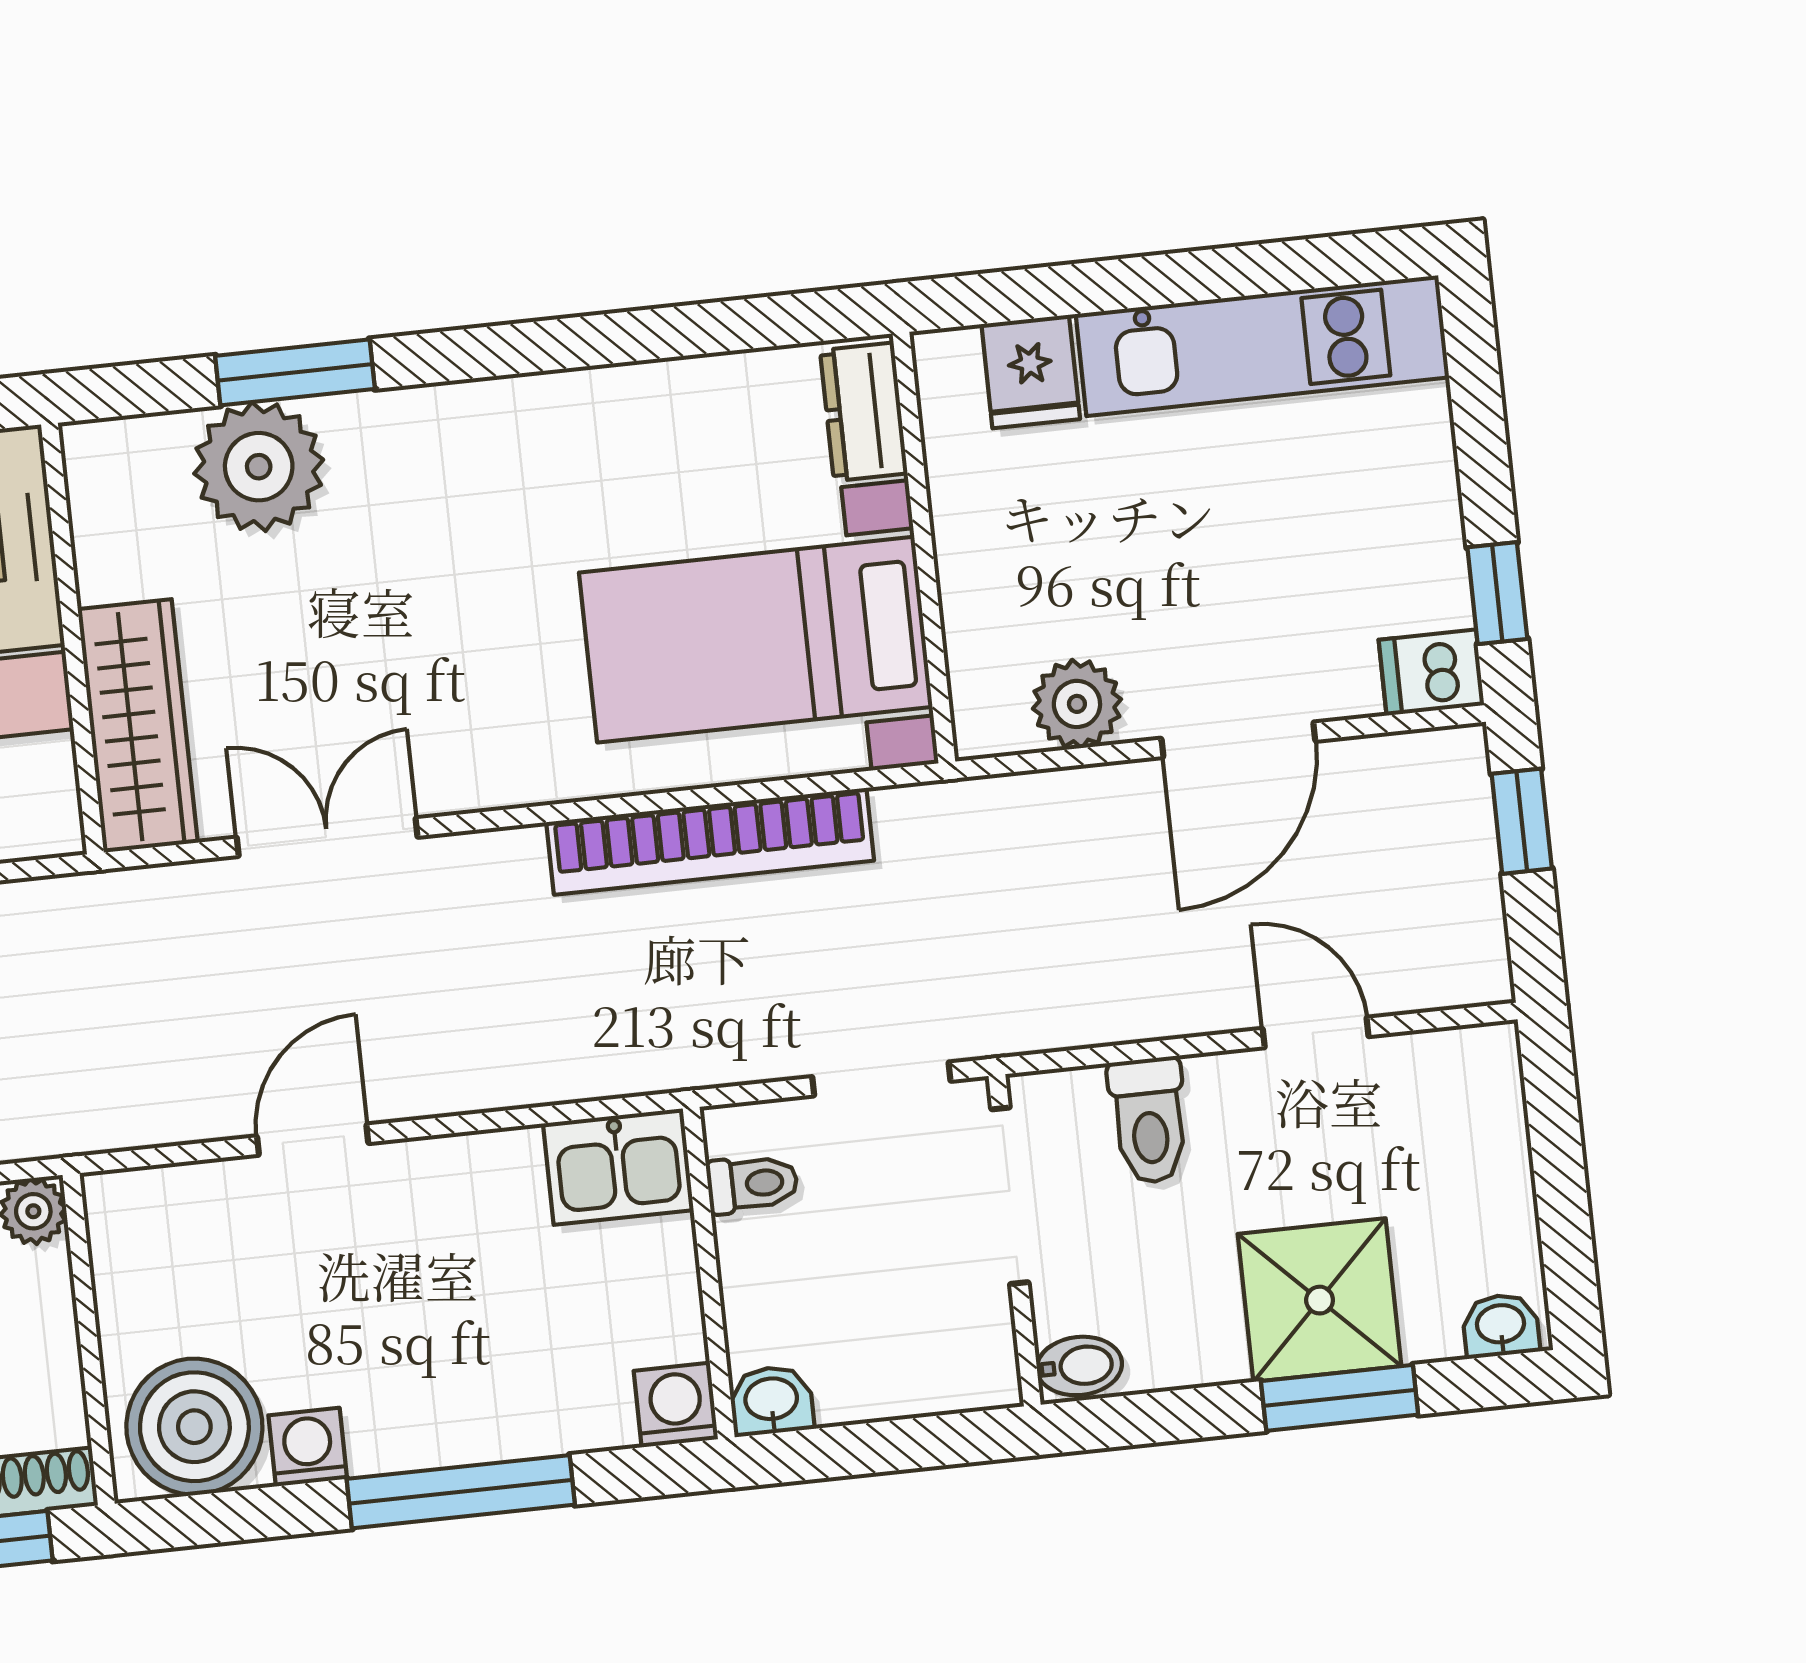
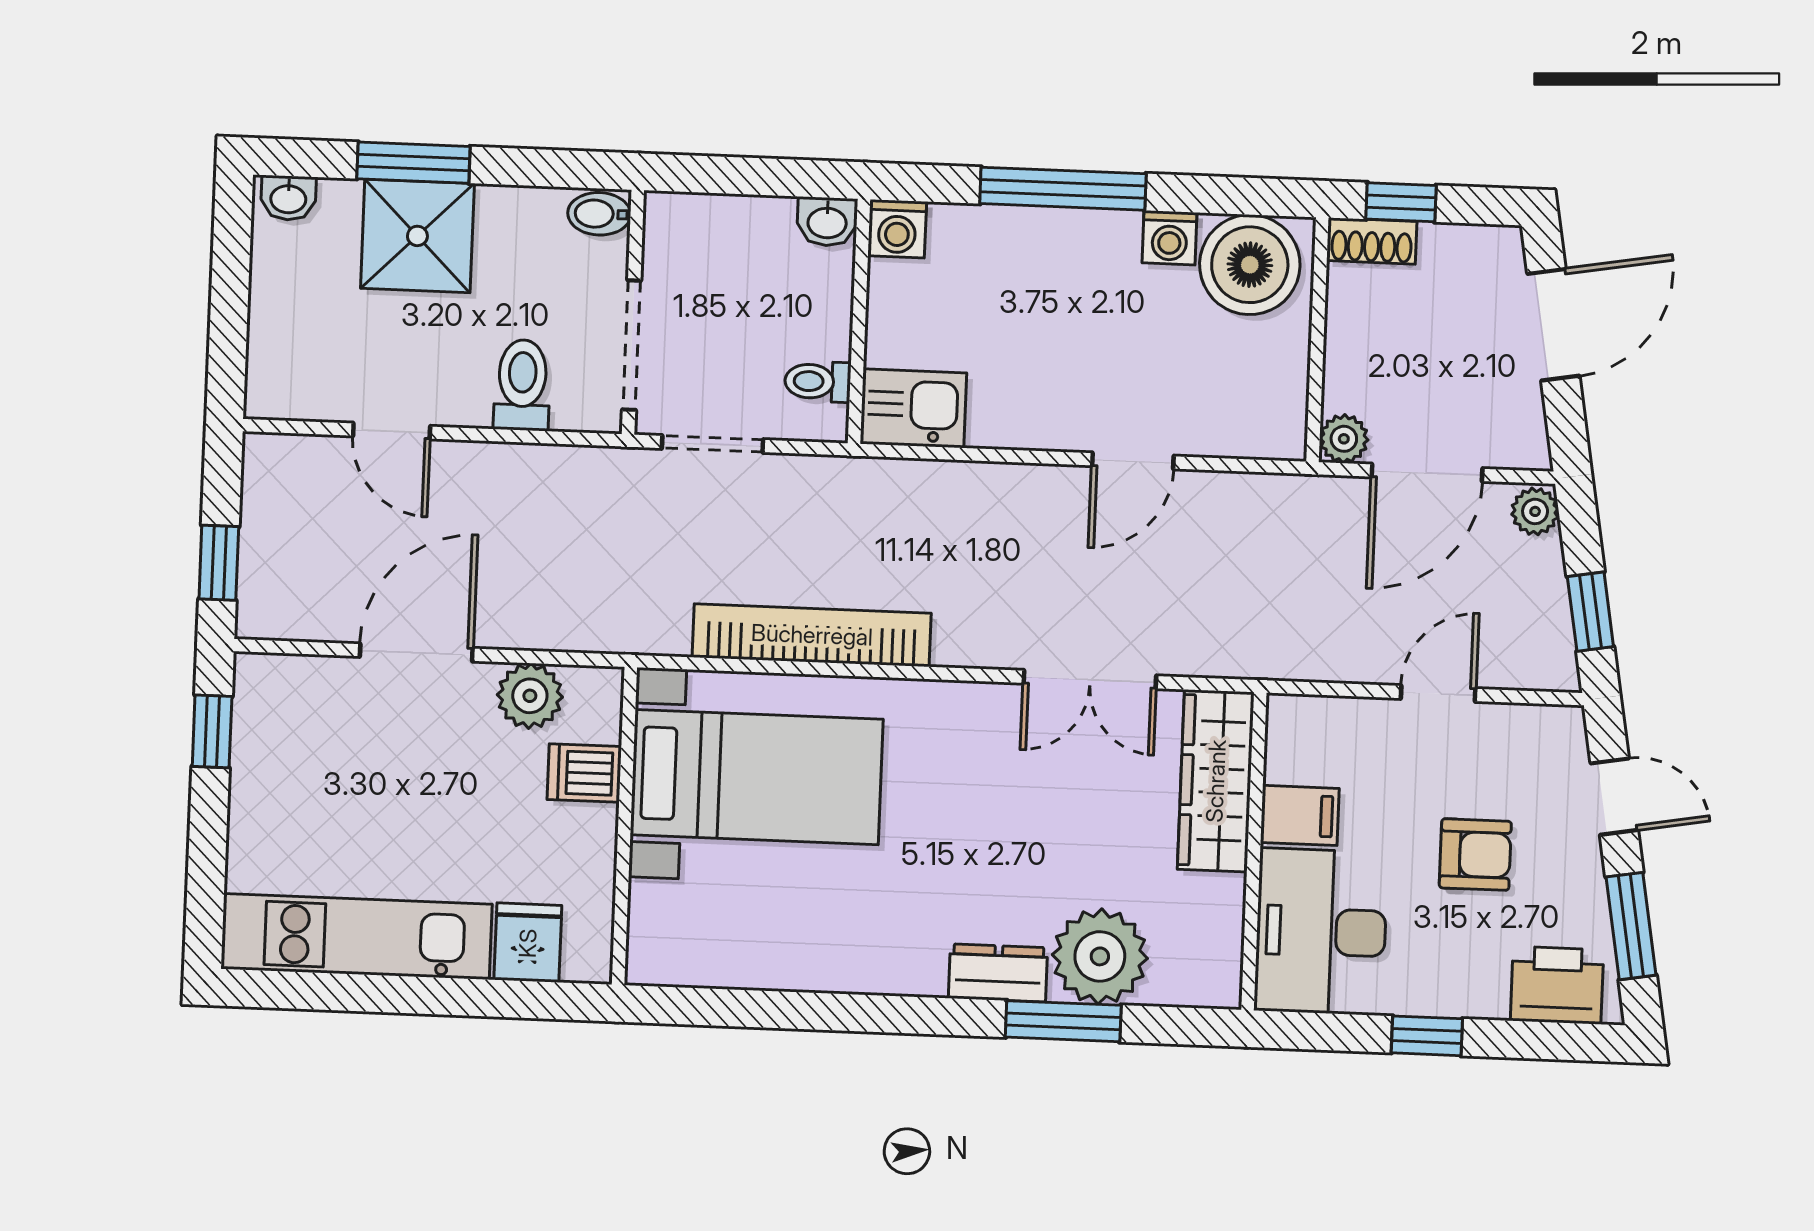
dresser: (864, 412) -> (998, 973), moved, turned -90
dishwasher: (1431, 672) -> (584, 773), moved, turned 180

